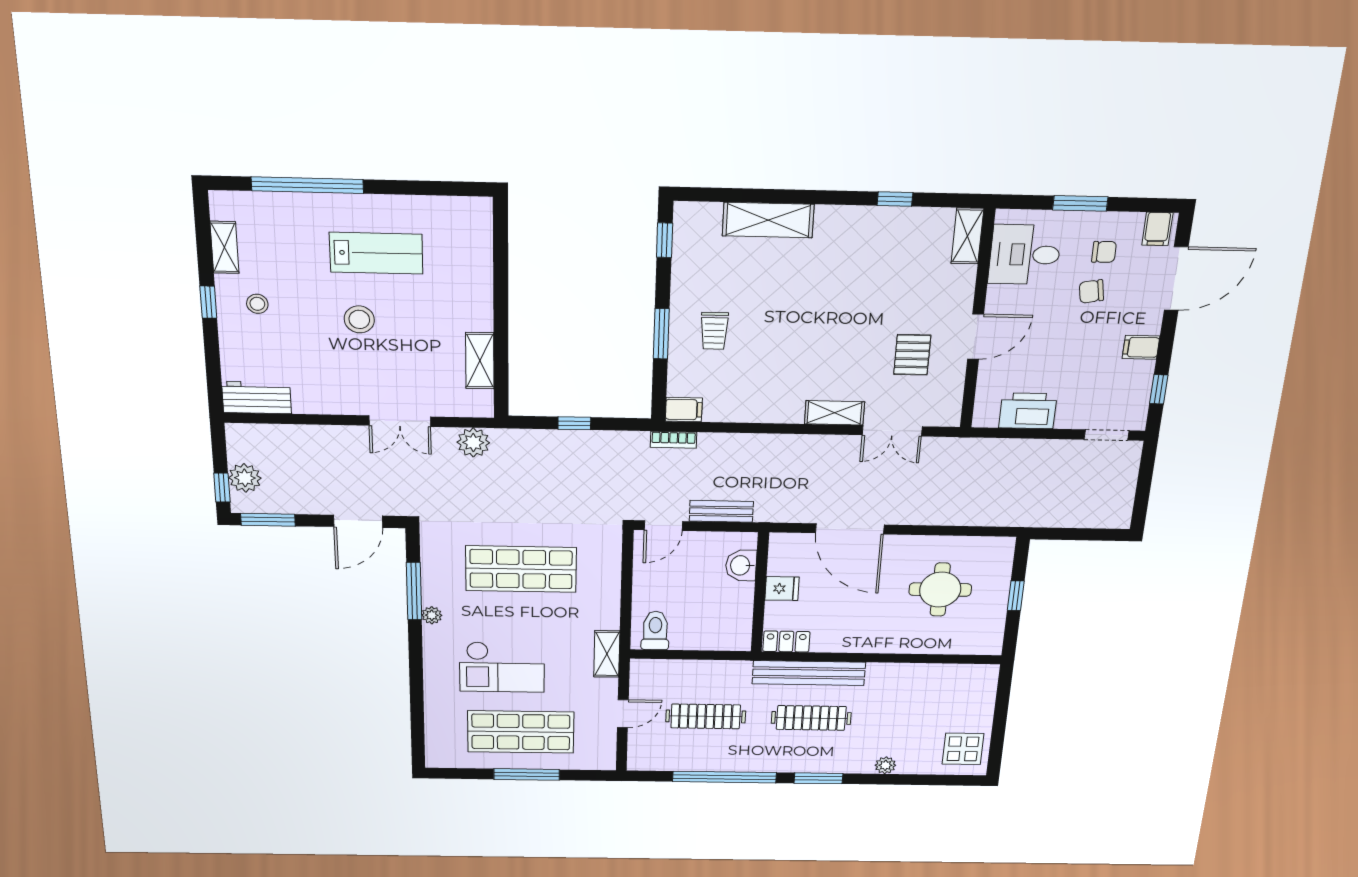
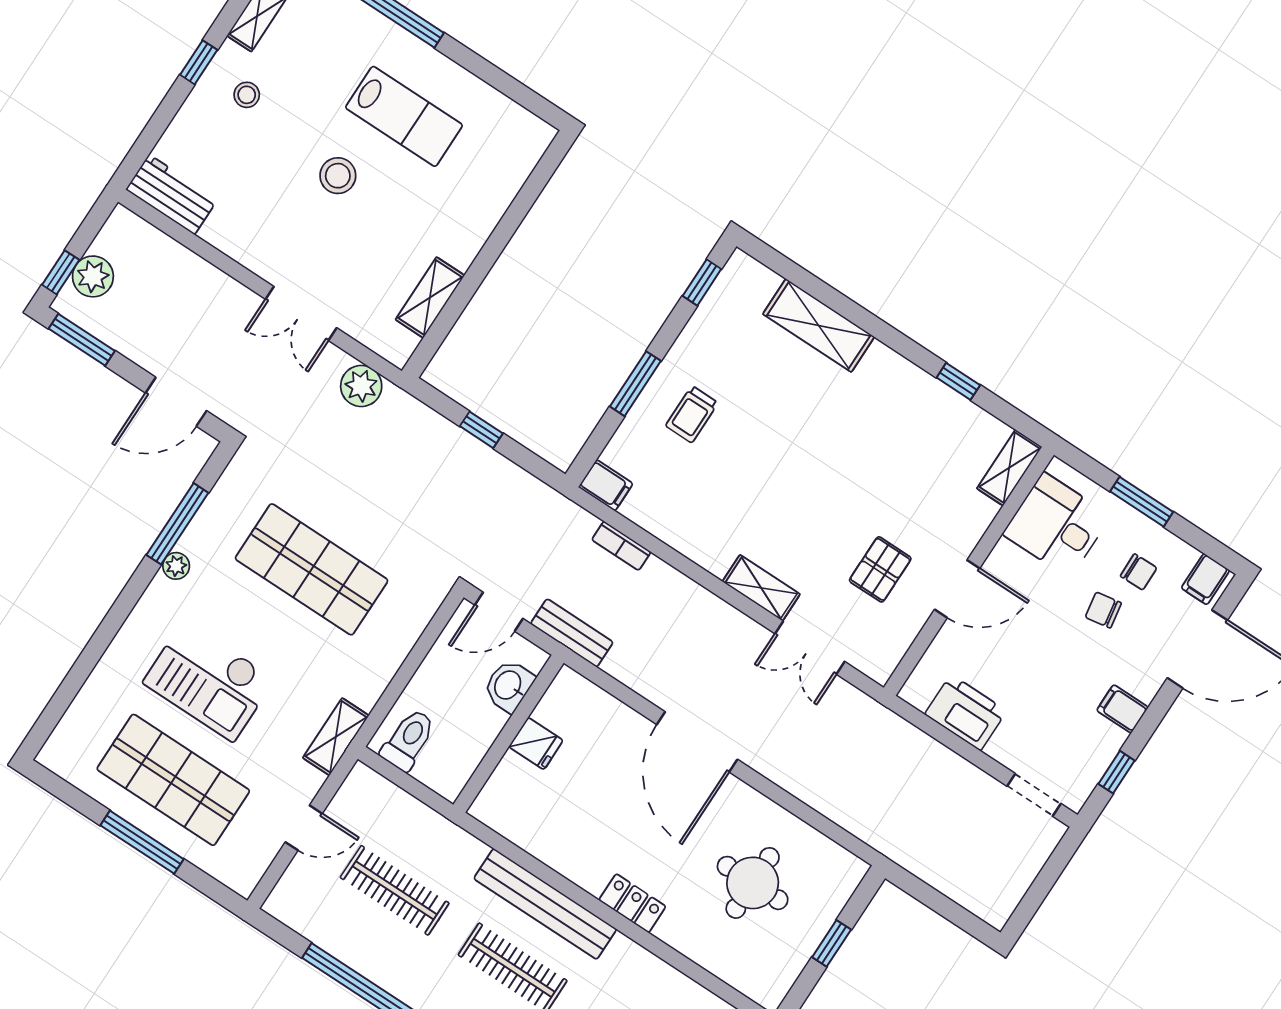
bookcase: (674, 440) -> (621, 546), moved
washbasin: (741, 565) -> (509, 686), moved
fridge: (782, 589) -> (536, 744), moved
wall: (760, 593) -> (509, 734), moved
locker: (786, 642) -> (632, 903), moved

